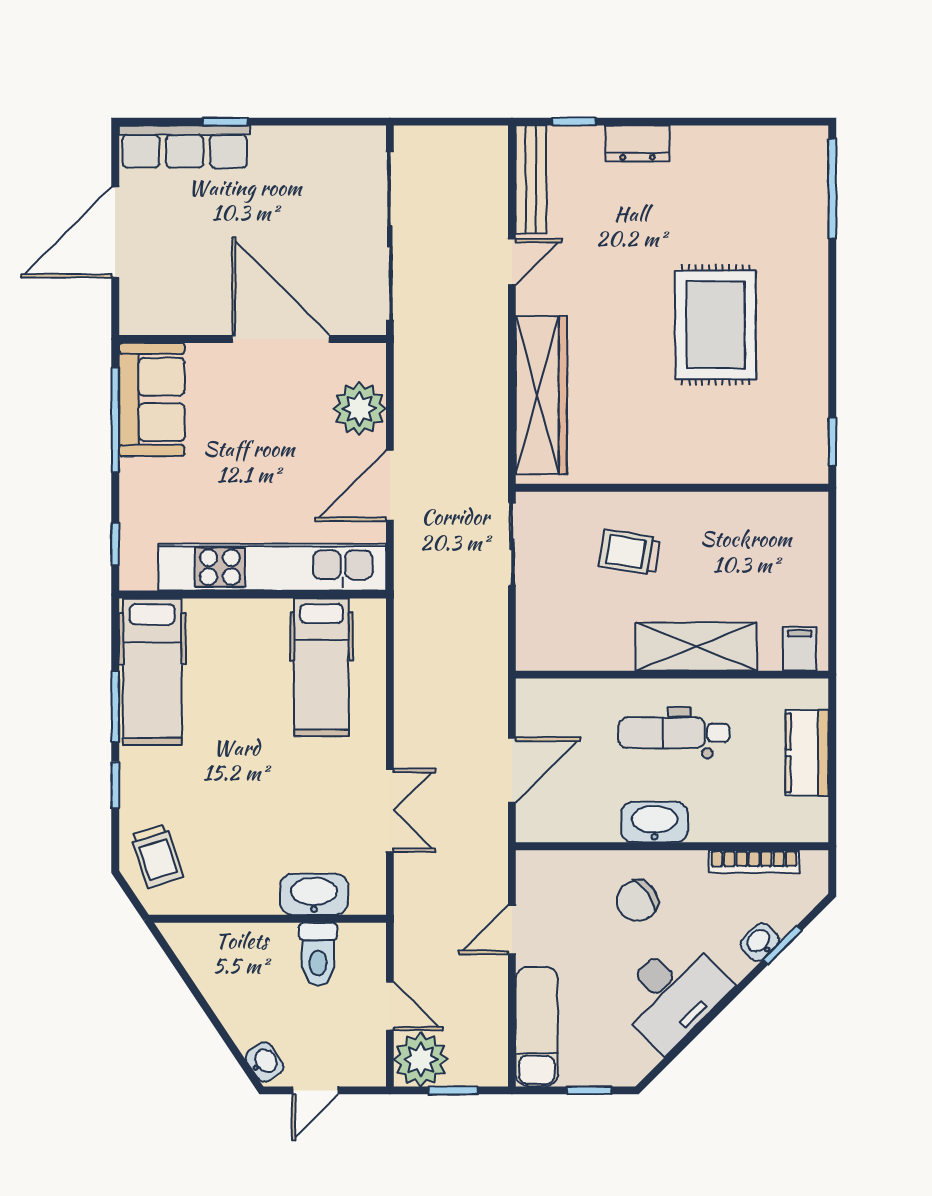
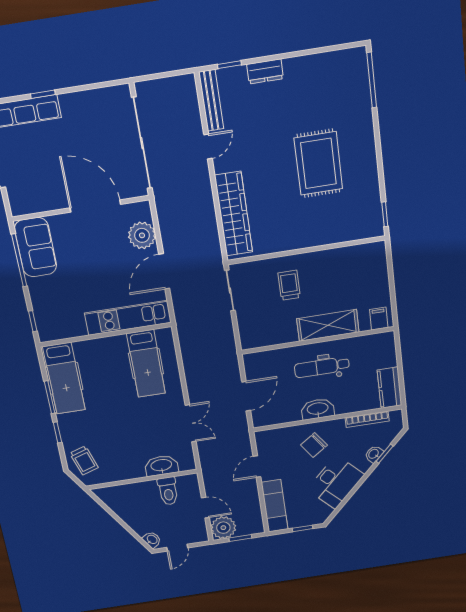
trolley: (630, 552) -> (289, 285), turned 81
kitchen unit: (272, 567) -> (128, 318), width x0.73
kitchen counter: (807, 753) -> (390, 388), moved

